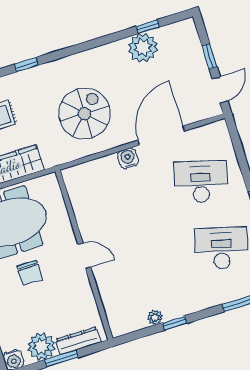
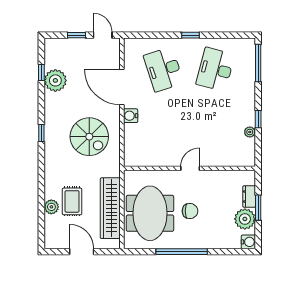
window: (26, 65) -> (41, 133), moved
spiral stairs: (85, 114) -> (89, 137), turned 180
desk: (201, 182) -> (164, 69), turned -33
dresser: (78, 341) -> (249, 197), width x0.70

